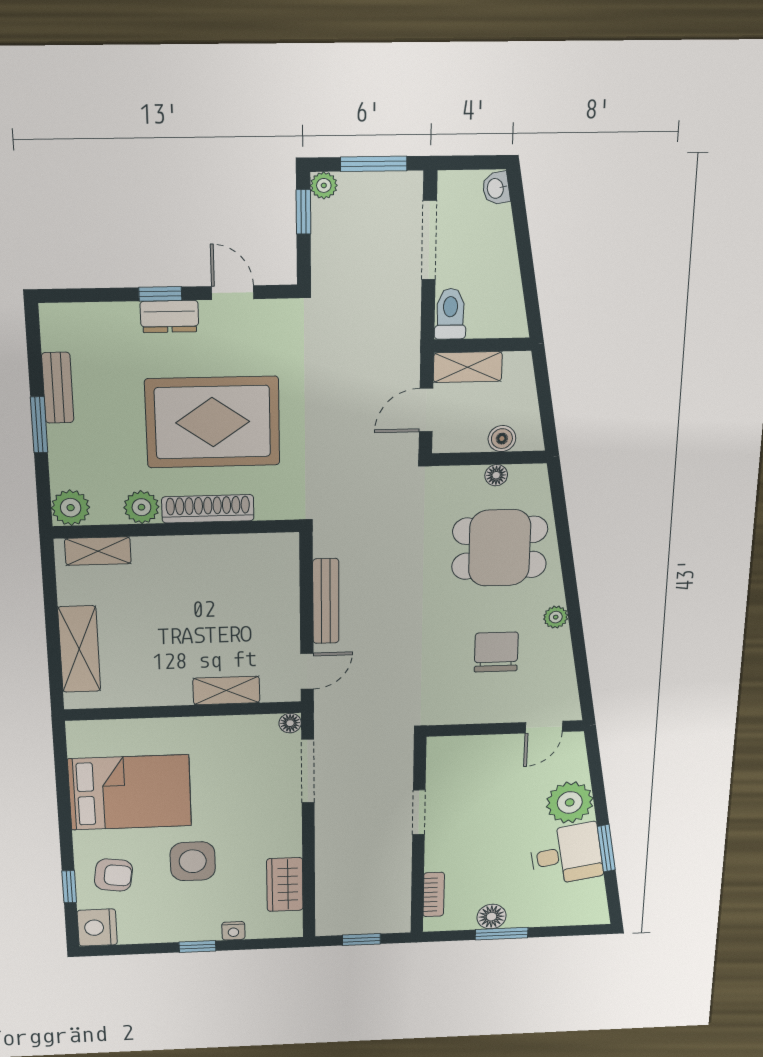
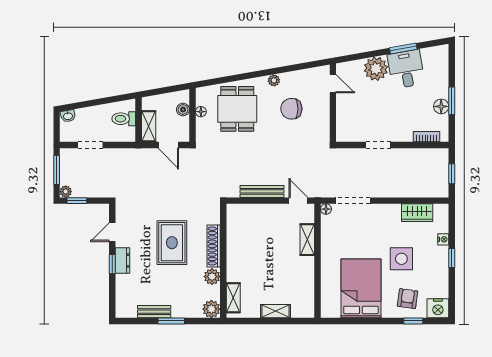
doorway: (429, 240) -> (90, 145), width x0.73
toilet: (450, 314) -> (124, 119), moved
rug: (213, 422) -> (172, 243), width x0.73, depth x0.69
shelving: (79, 649) -> (275, 311), width x0.67, depth x0.75

